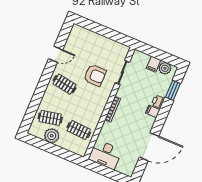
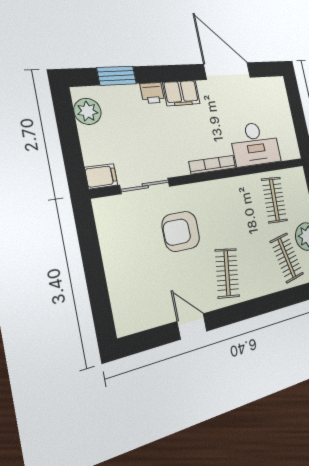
filing cabinet: (154, 64) -> (101, 176), moved
armchair: (95, 75) -> (181, 231), turned -90
filing cabinet: (153, 111) -> (181, 93), width x2.00
desk: (105, 155) -> (255, 144), moved, turned 90

